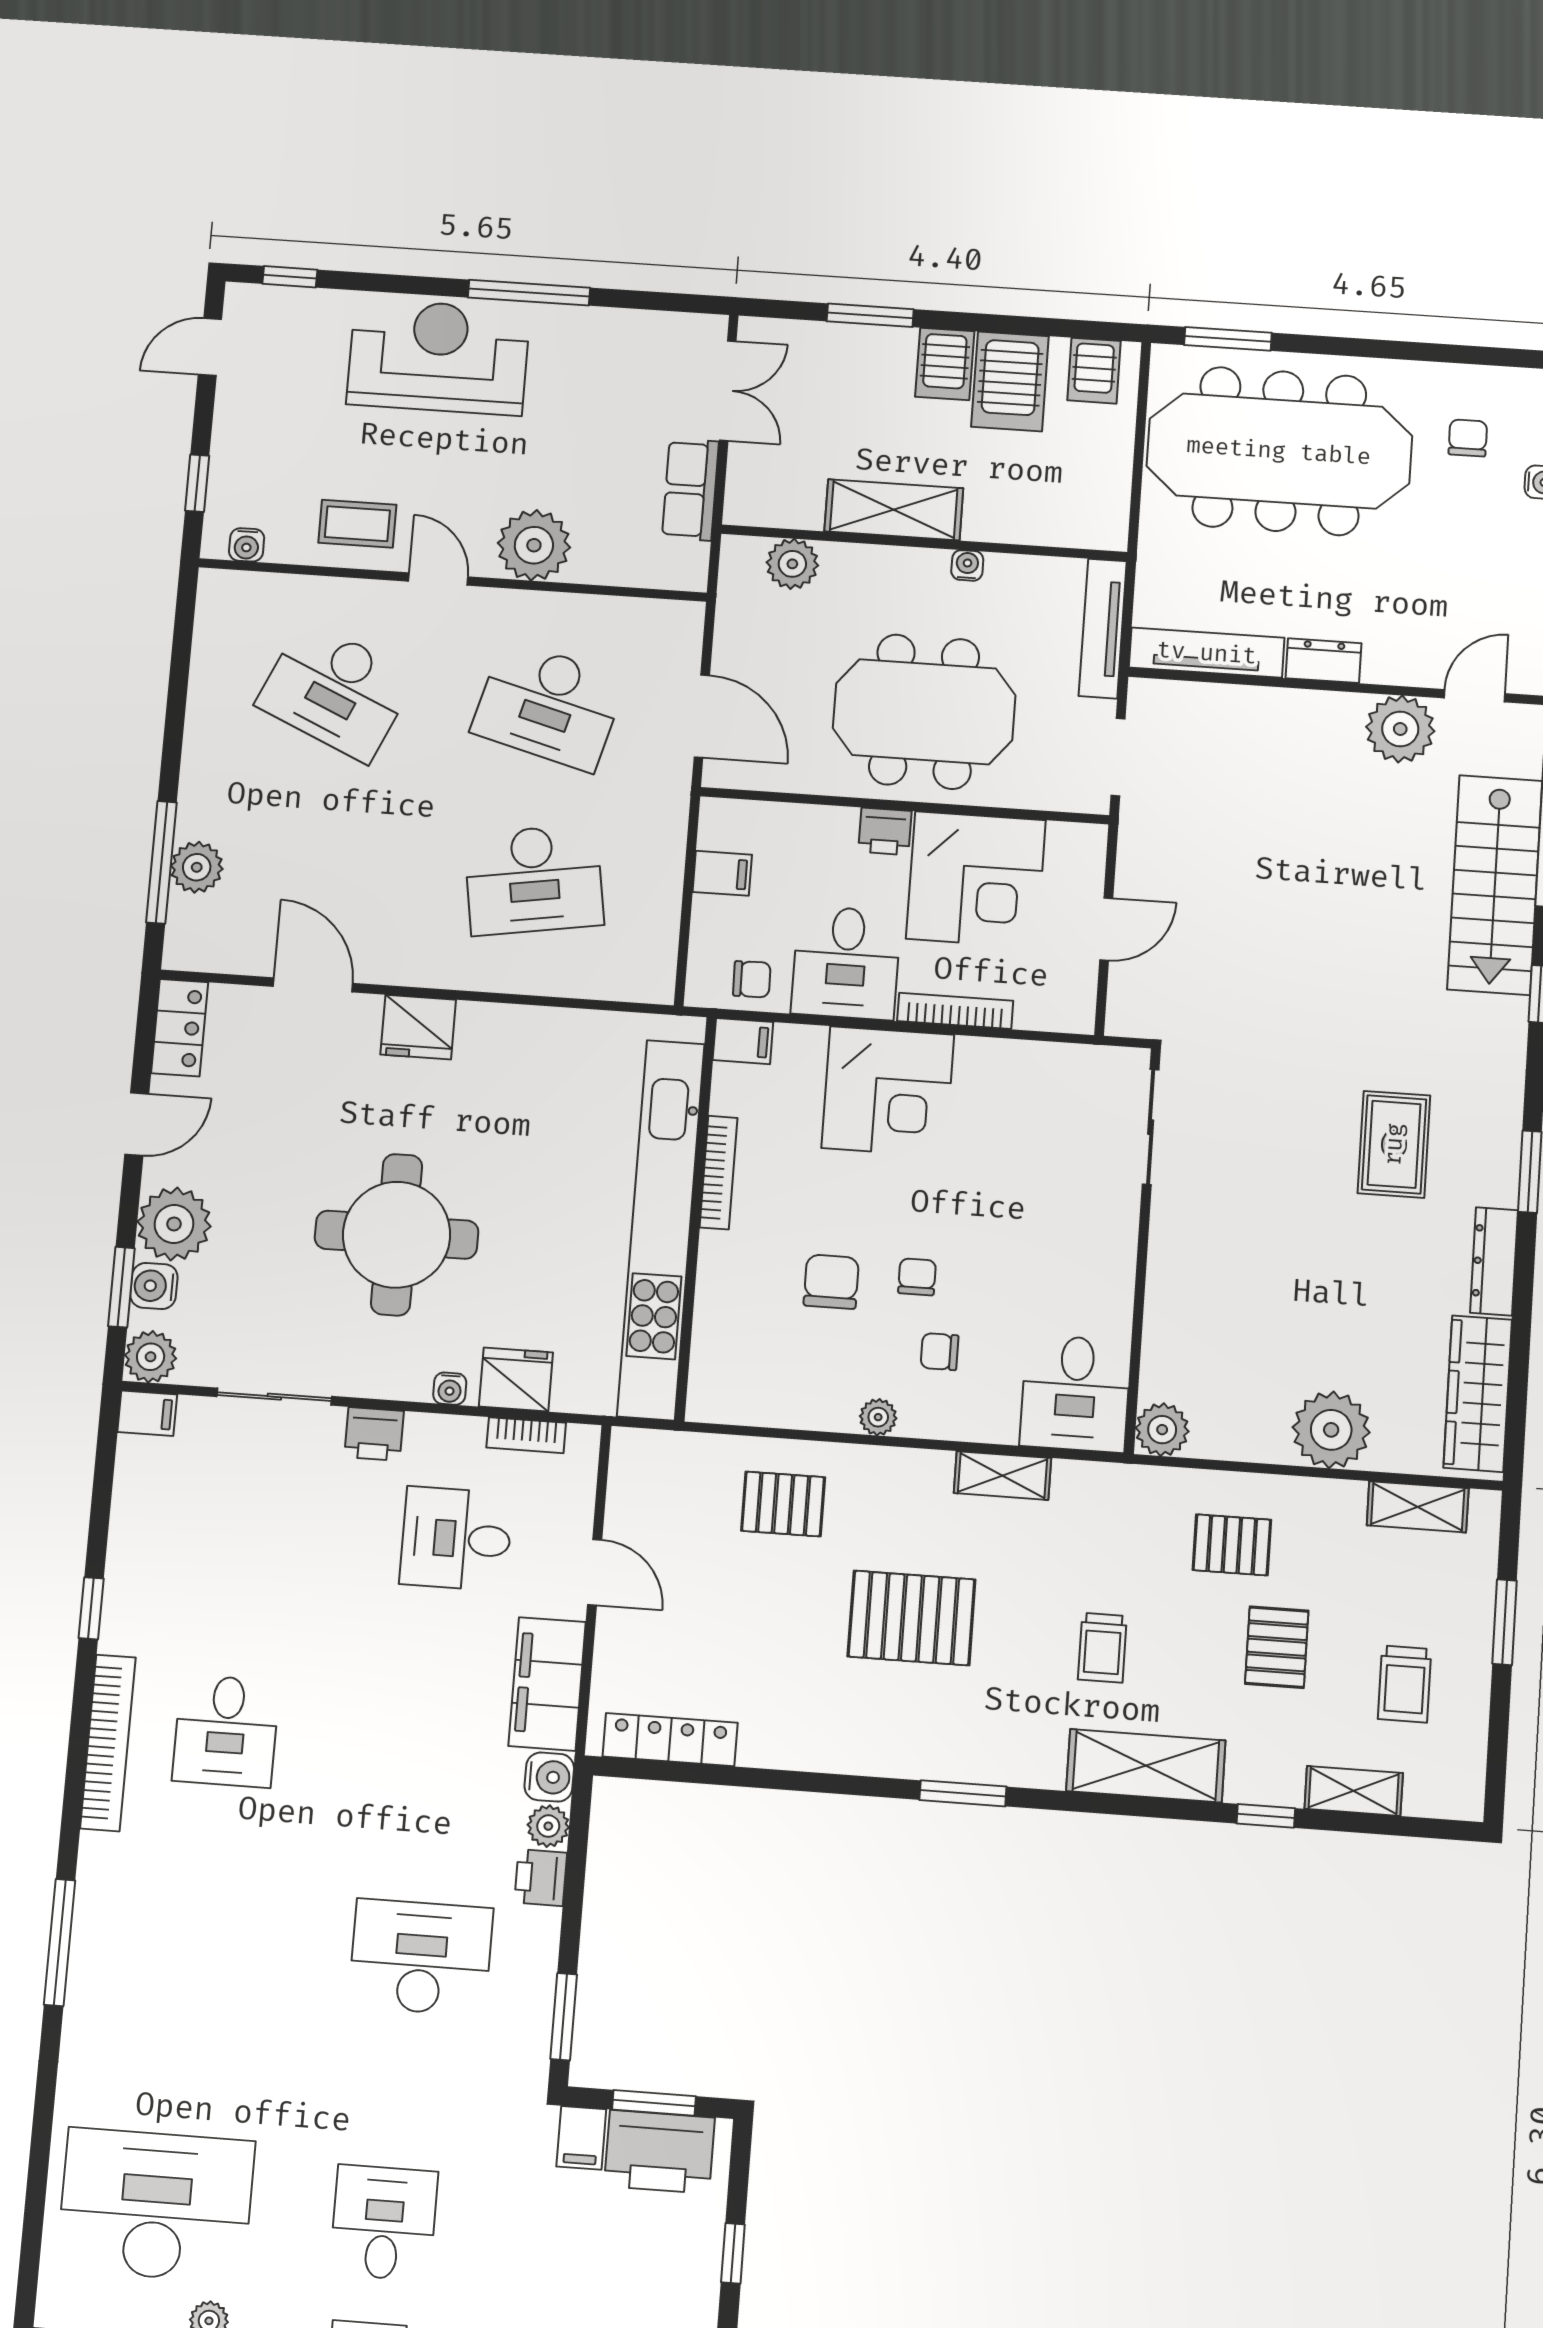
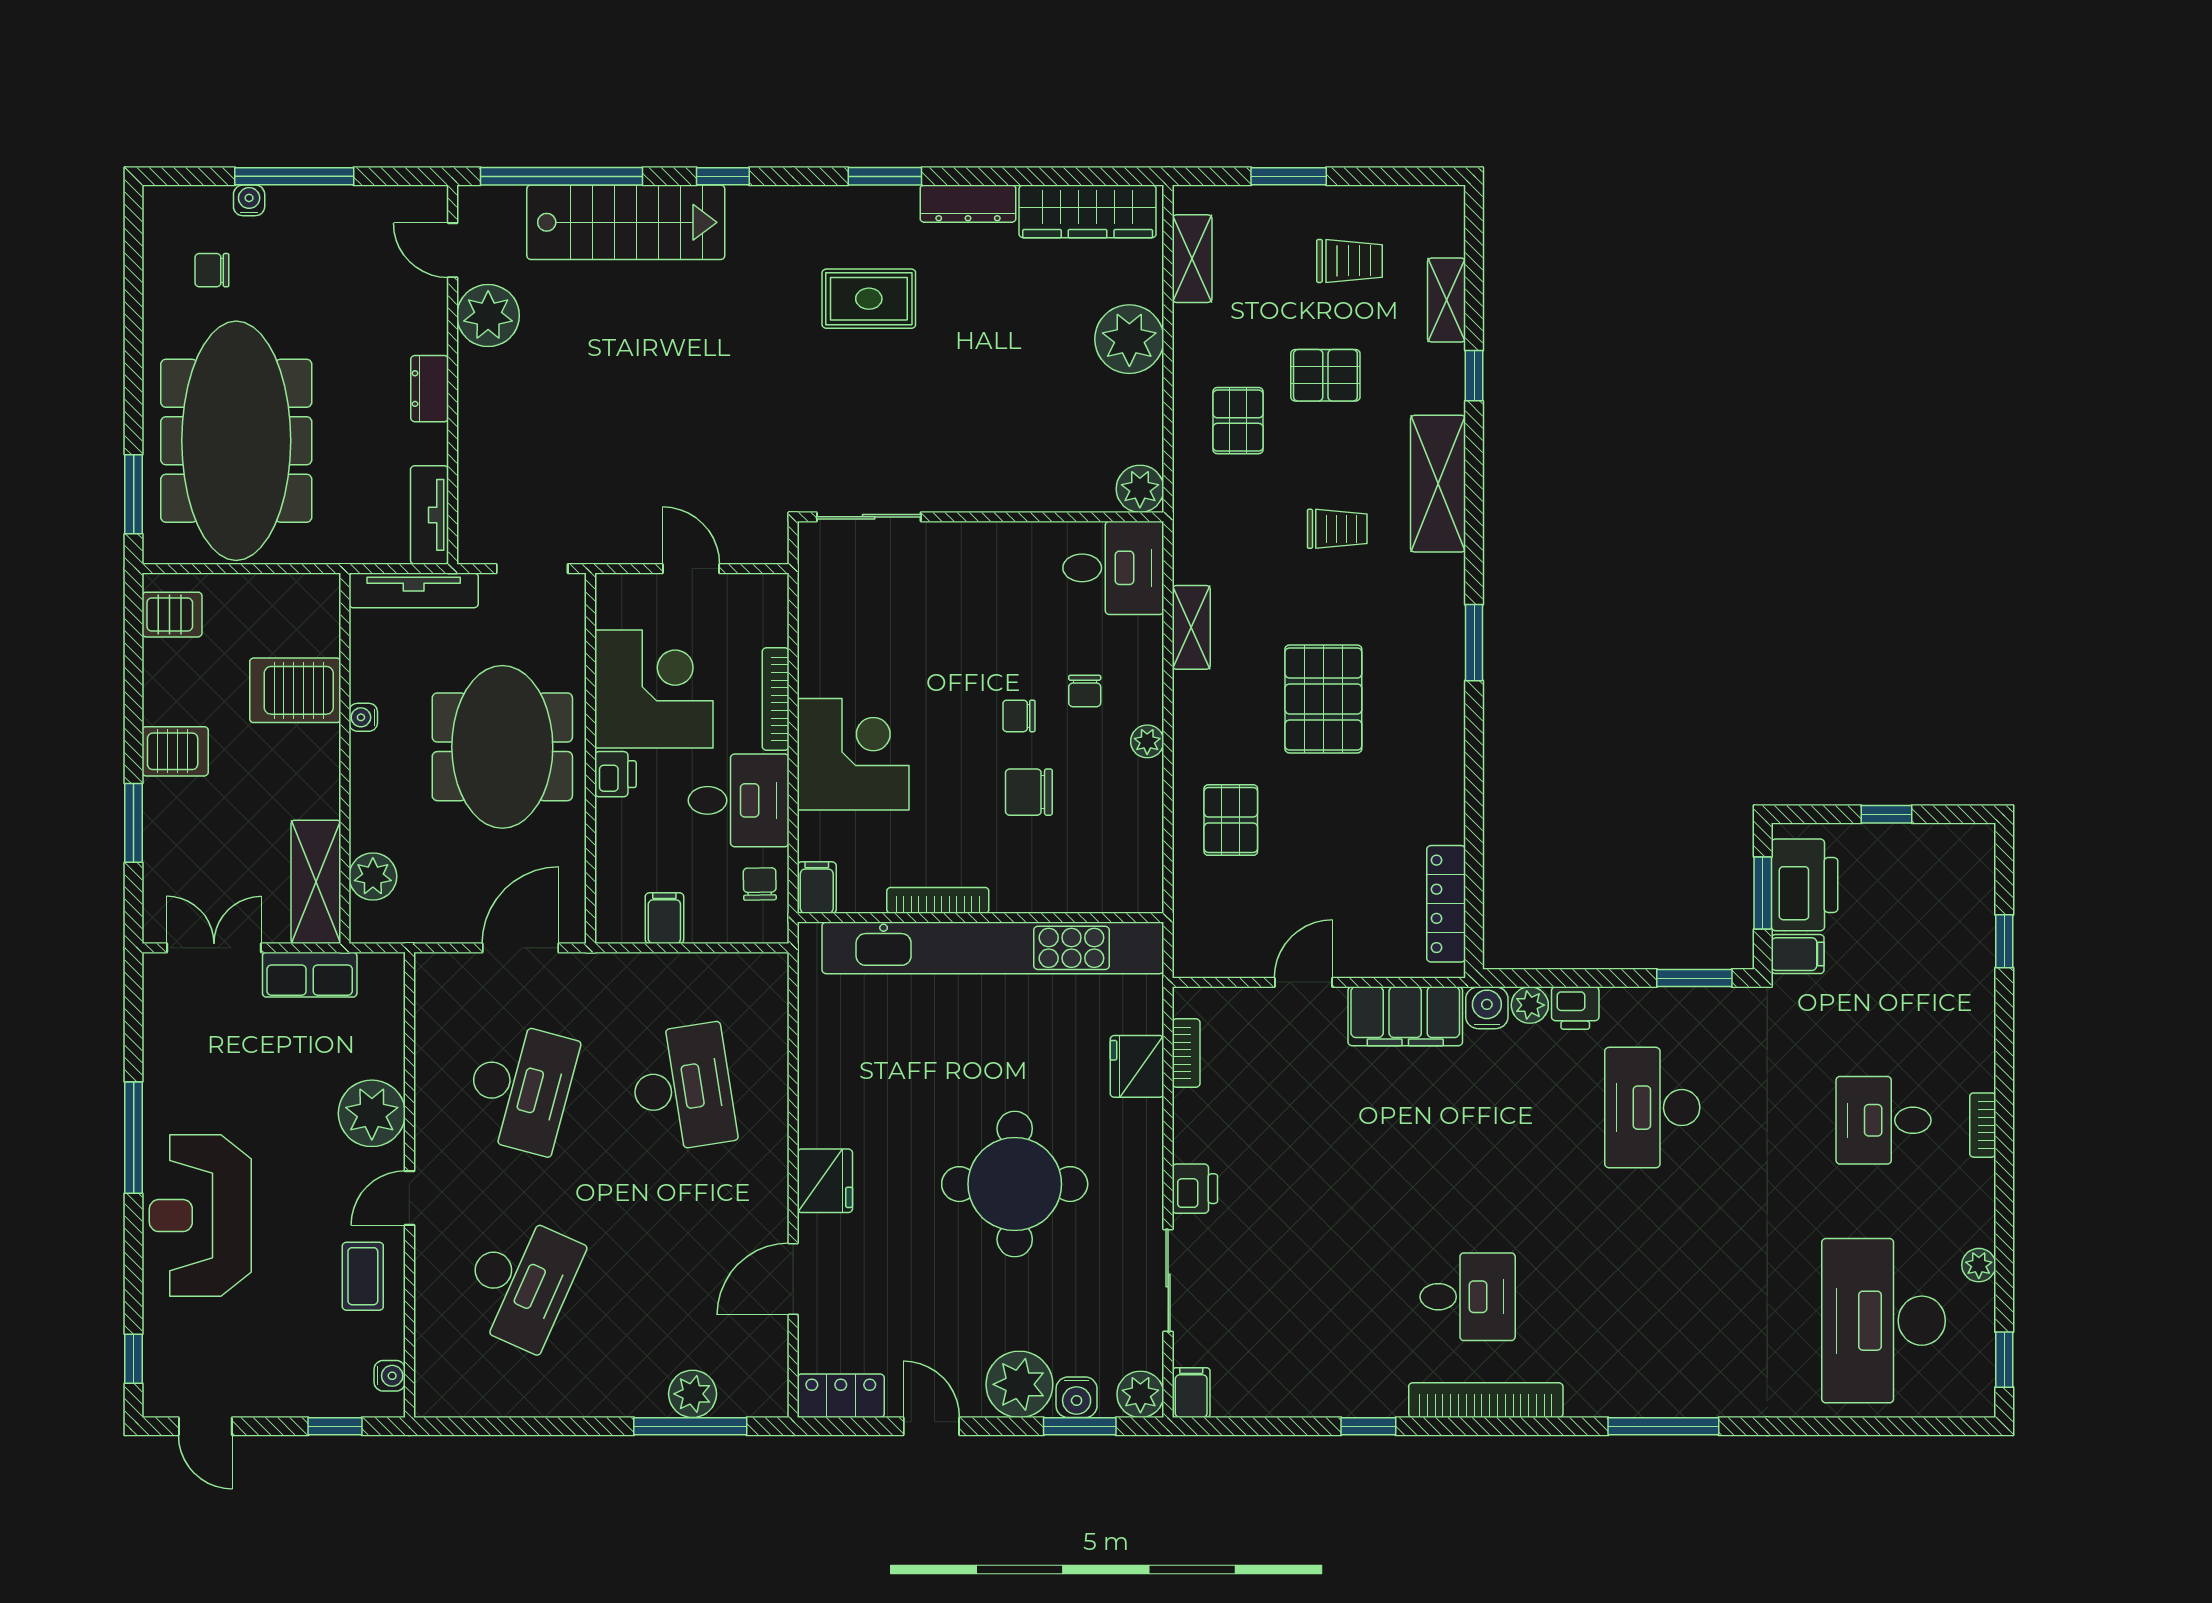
server rack: (1010, 381) -> (295, 690), moved, turned 180
shelving: (894, 510) -> (316, 882), moved
tv unit: (1207, 653) -> (429, 515), width x0.71
water cooler: (450, 1389) -> (1150, 1125), removed
desk: (456, 1539) -> (1283, 1108), removed

